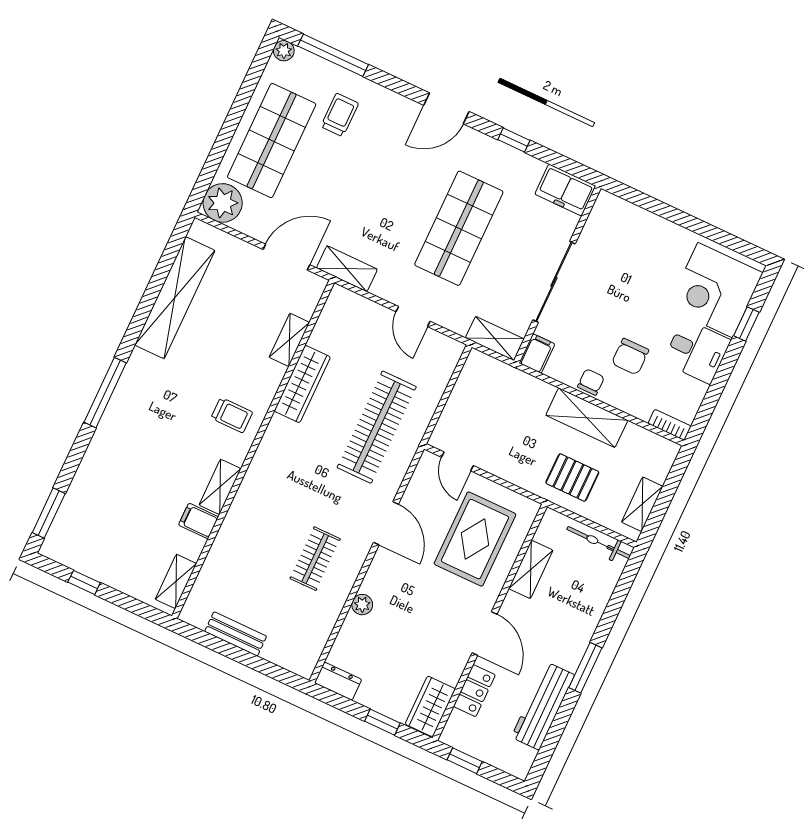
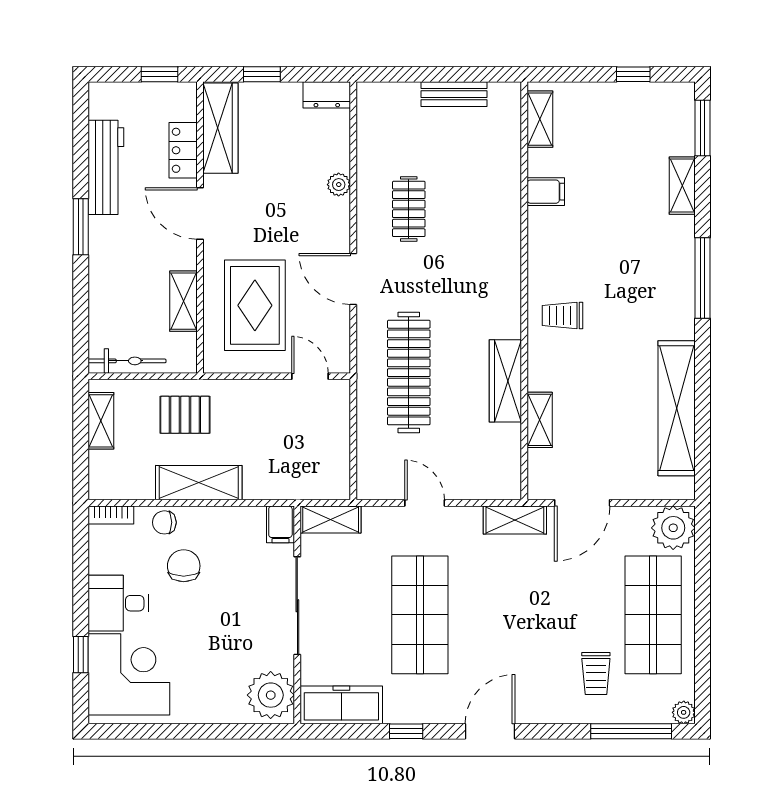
freezer: (565, 190) -> (341, 705), width x1.40
plant: (609, 220) -> (271, 695), added
chair: (591, 382) -> (164, 522), moved, turned 90
shelving: (220, 487) -> (682, 186), moved
wardrobe: (430, 706) -> (220, 128), width x1.50

